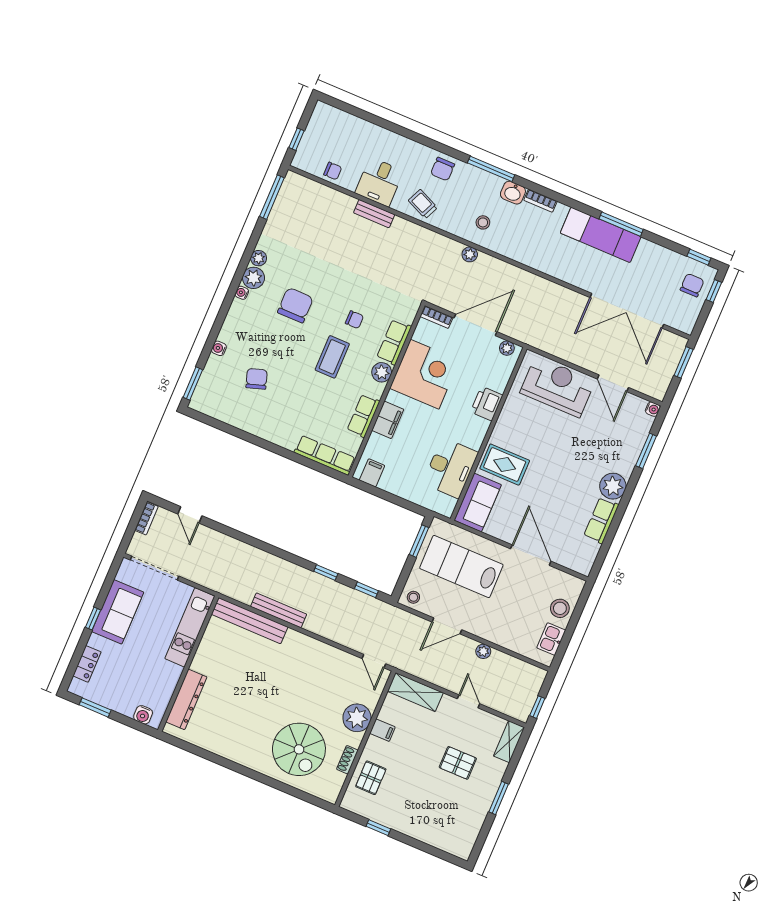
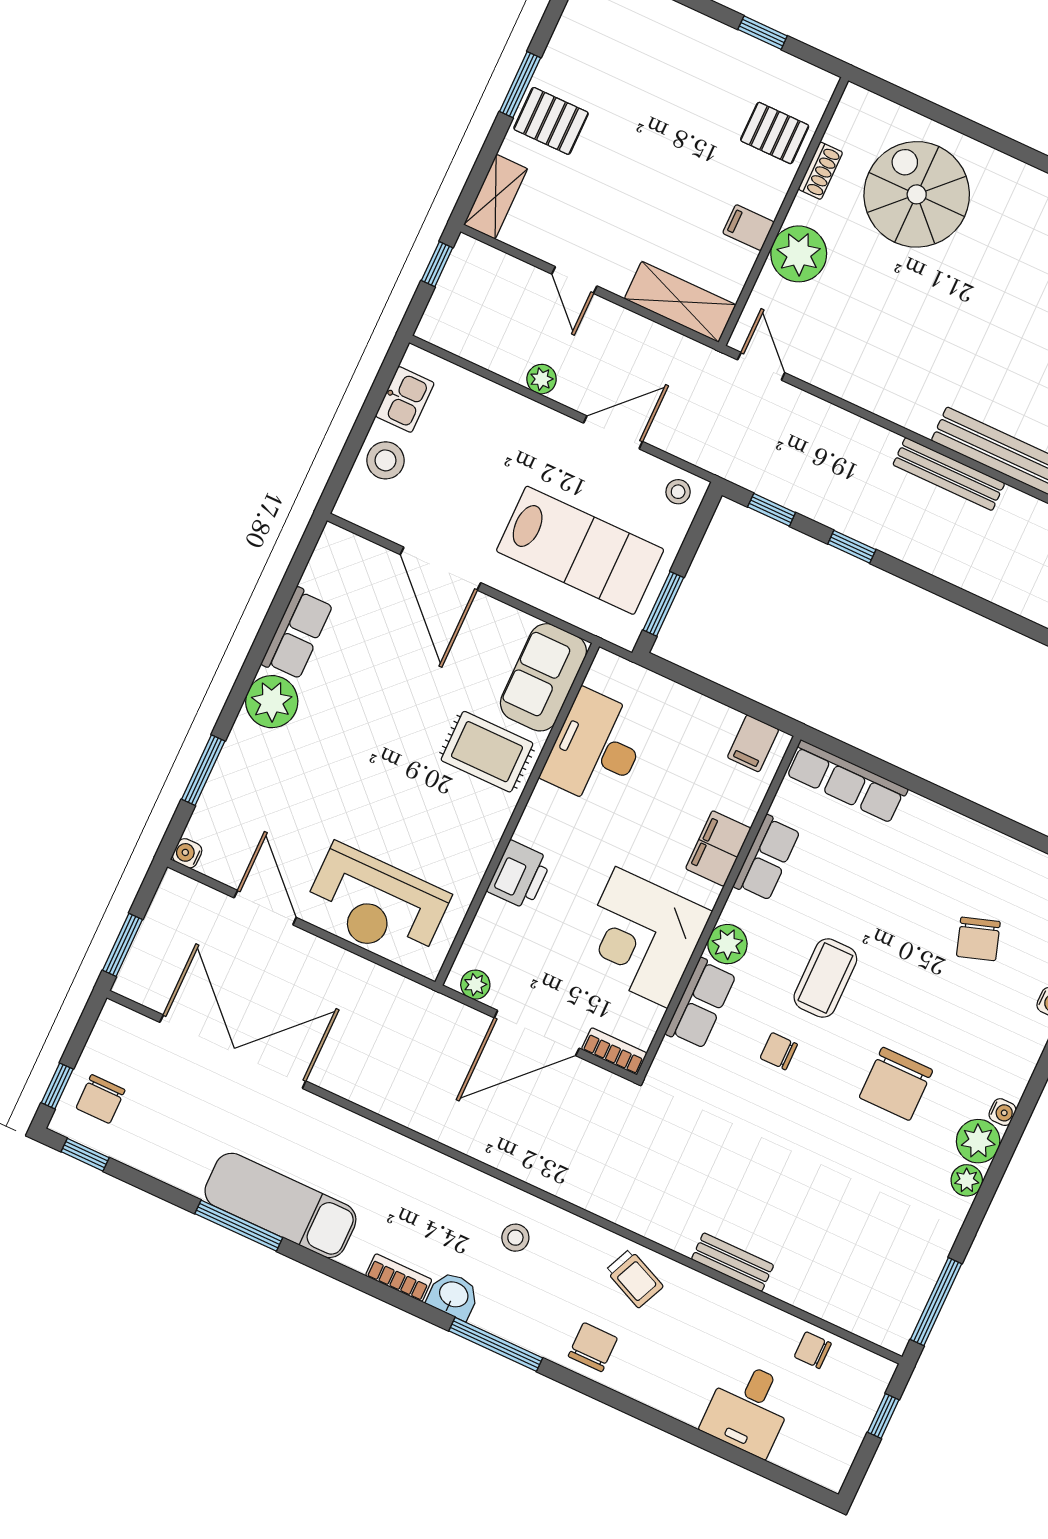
desk: (379, 182) -> (749, 1409), moved, turned 180
plant: (470, 254) -> (544, 1175), removed
pallet: (458, 763) -> (551, 121), moved
pallet: (371, 778) -> (775, 133), turned 90

